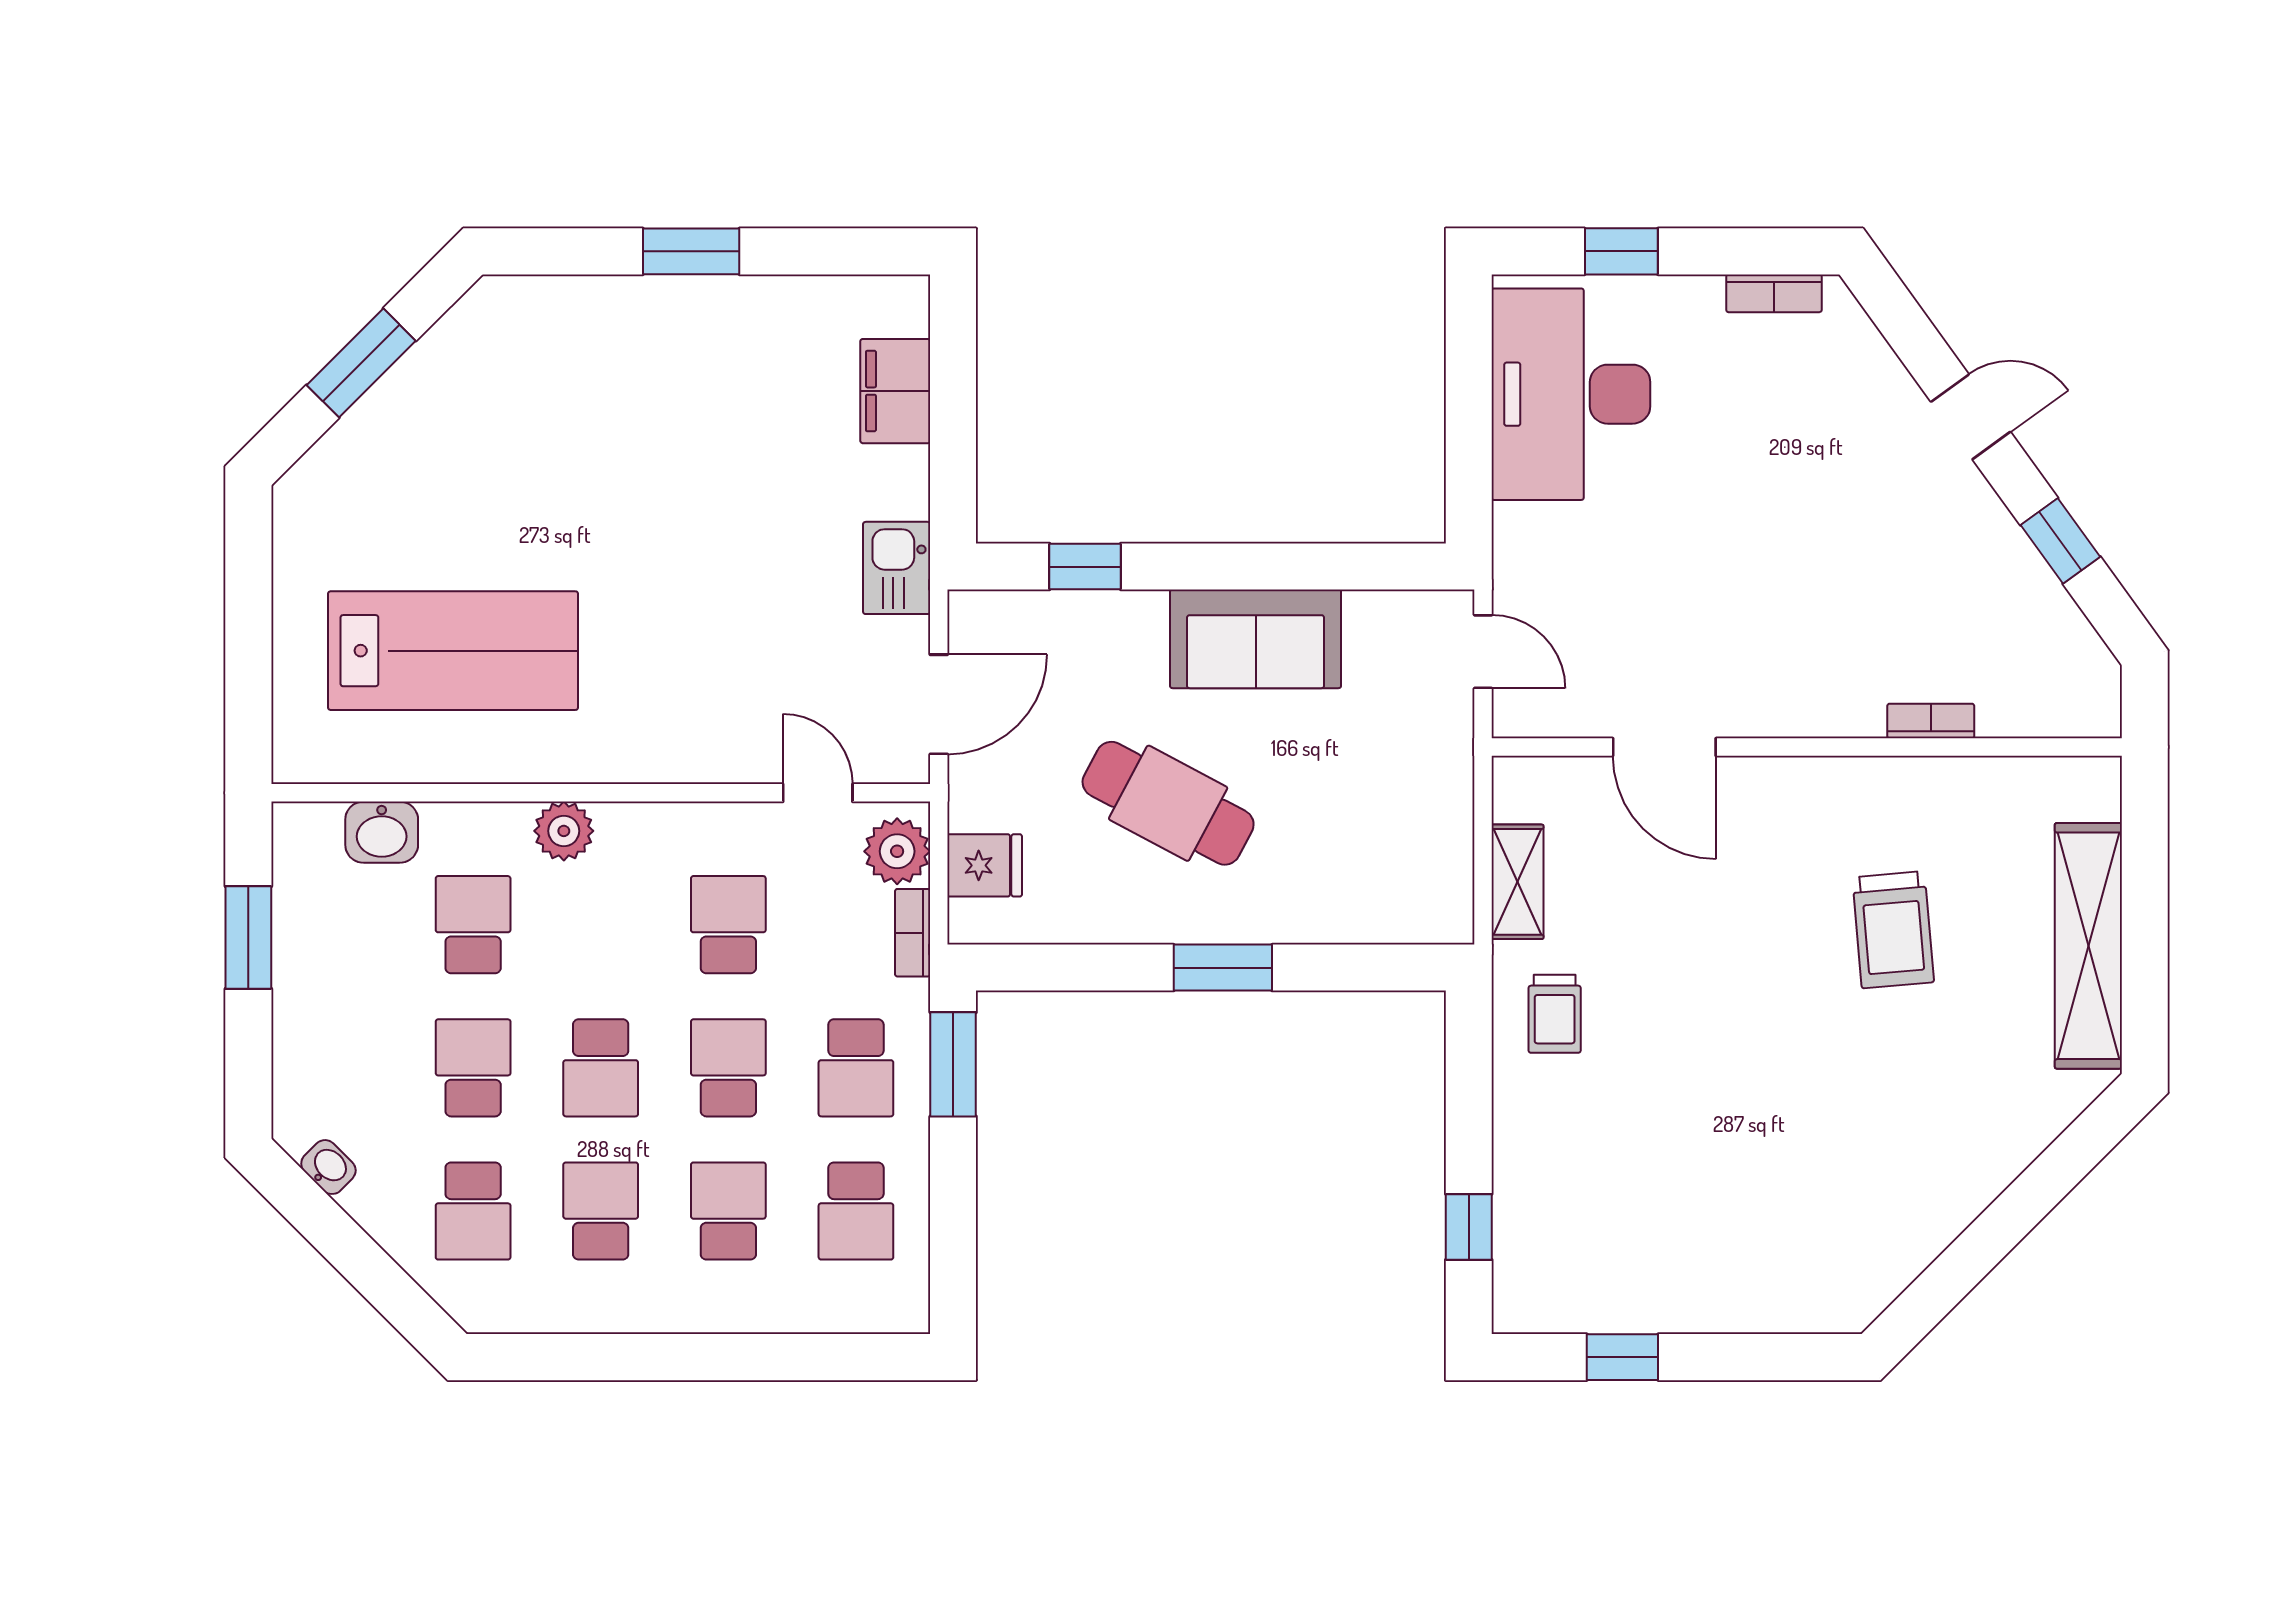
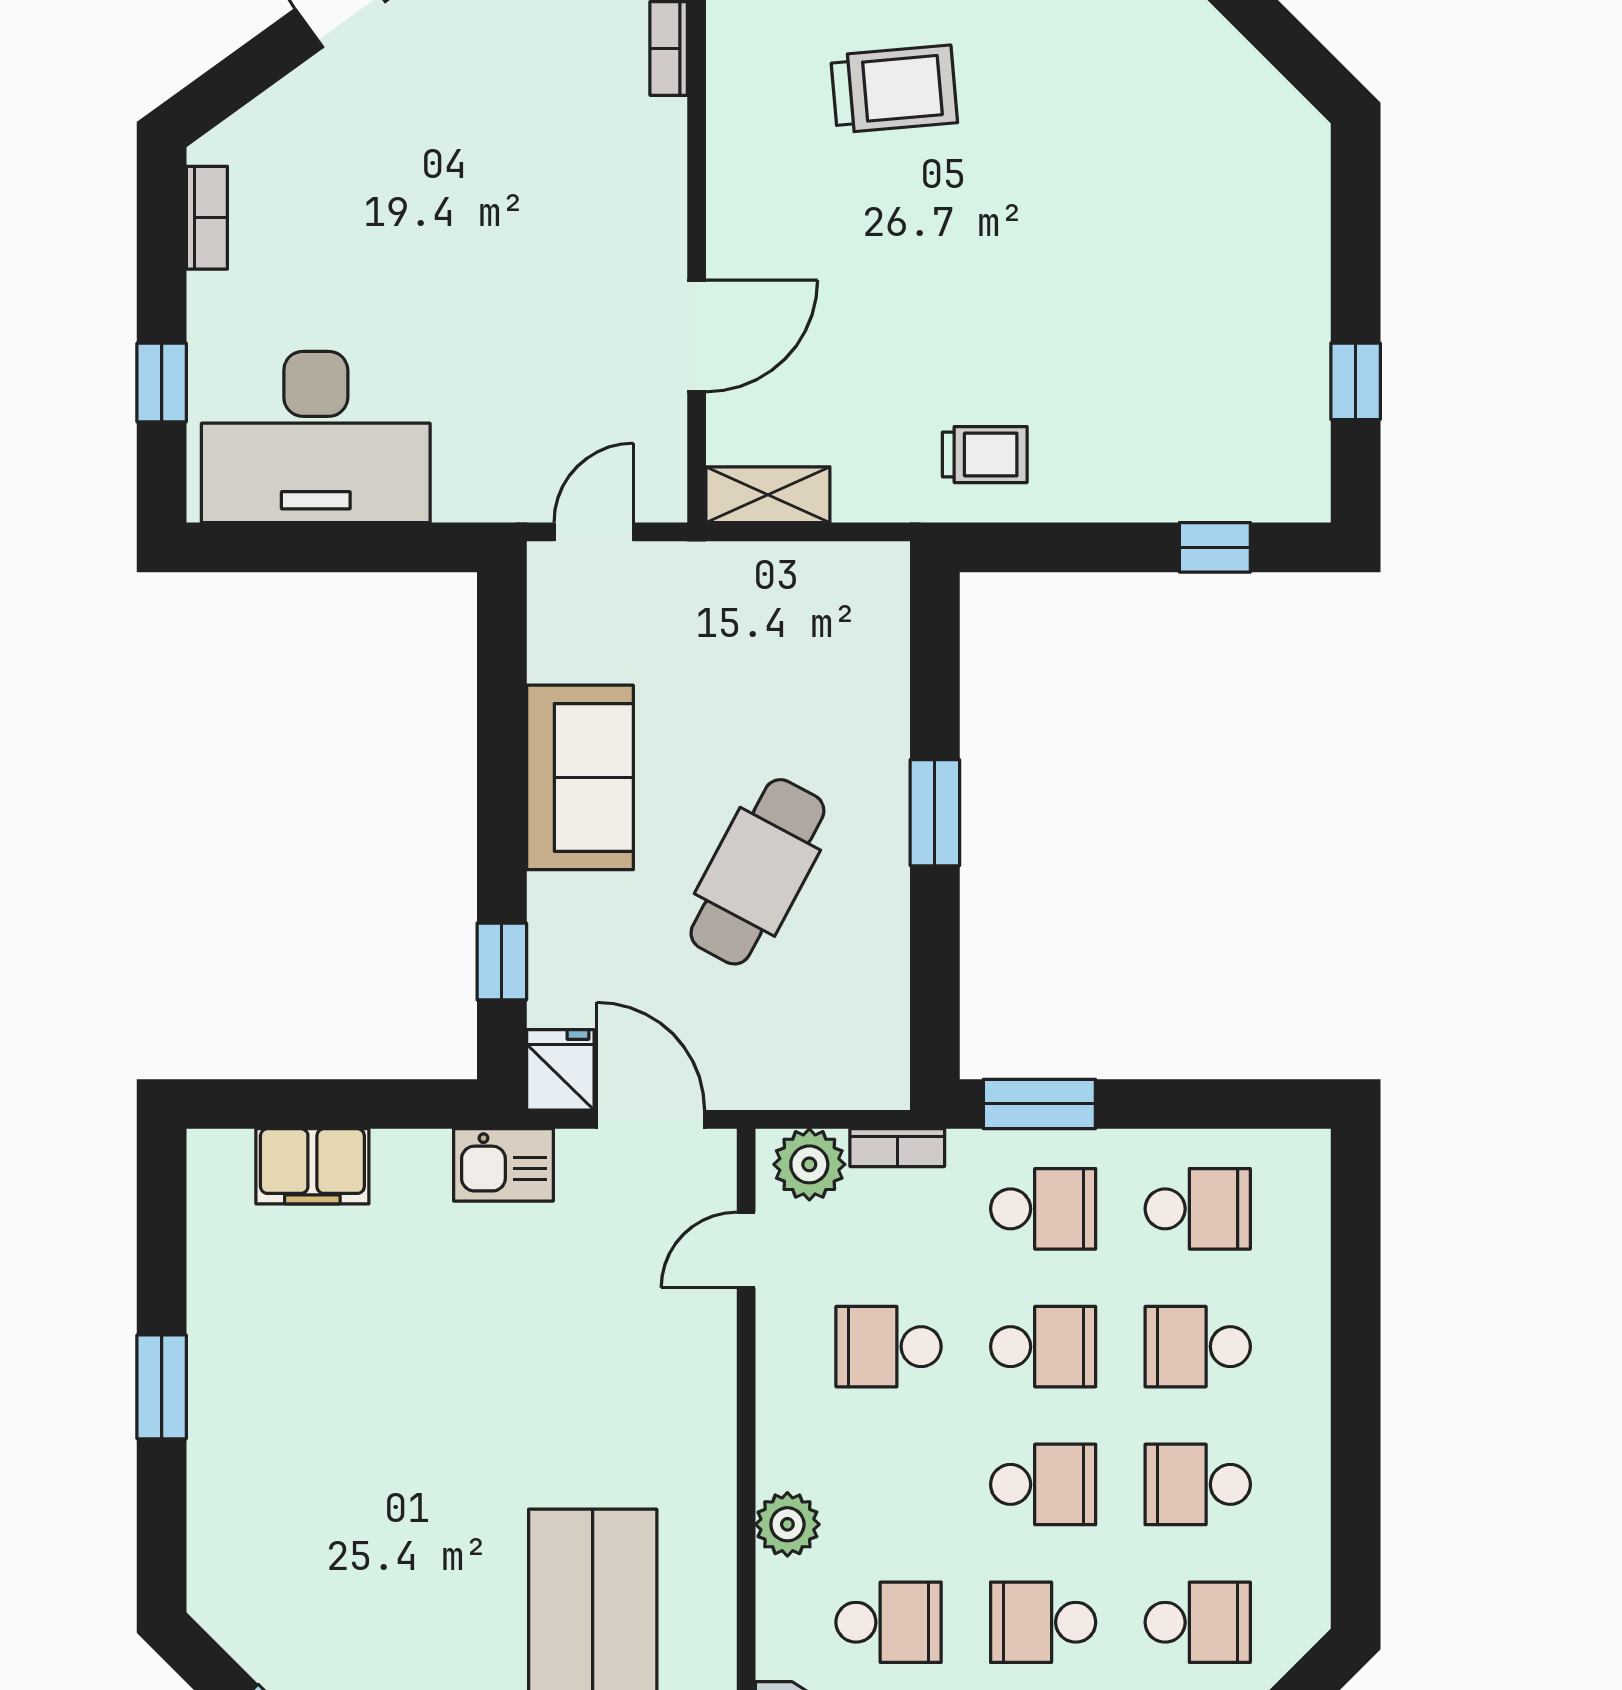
fridge: (985, 865) -> (560, 1070), moved
shelving: (1517, 882) -> (768, 495), moved
school desk: (473, 925) -> (889, 1622), turned 180
school desk: (728, 1068) -> (1043, 1347), turned 180

